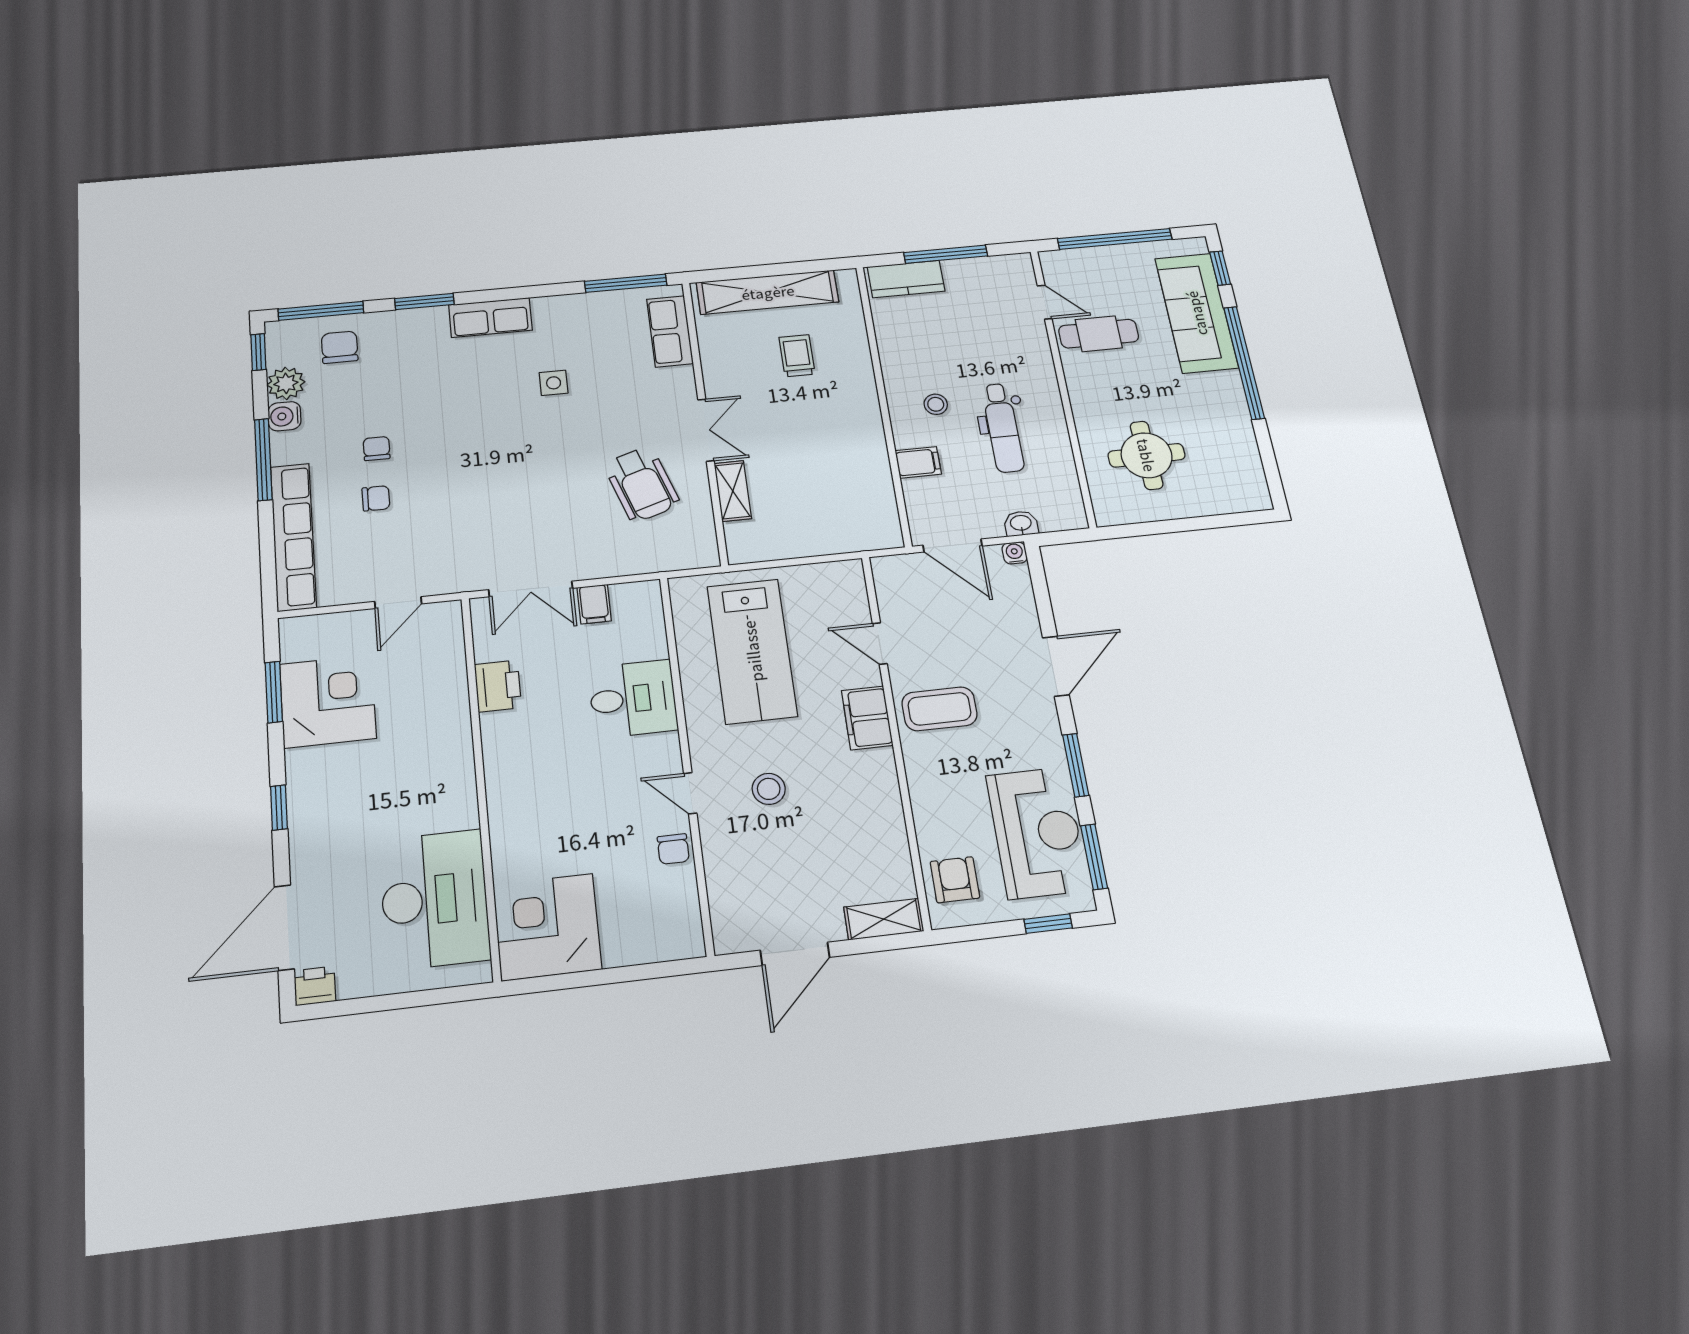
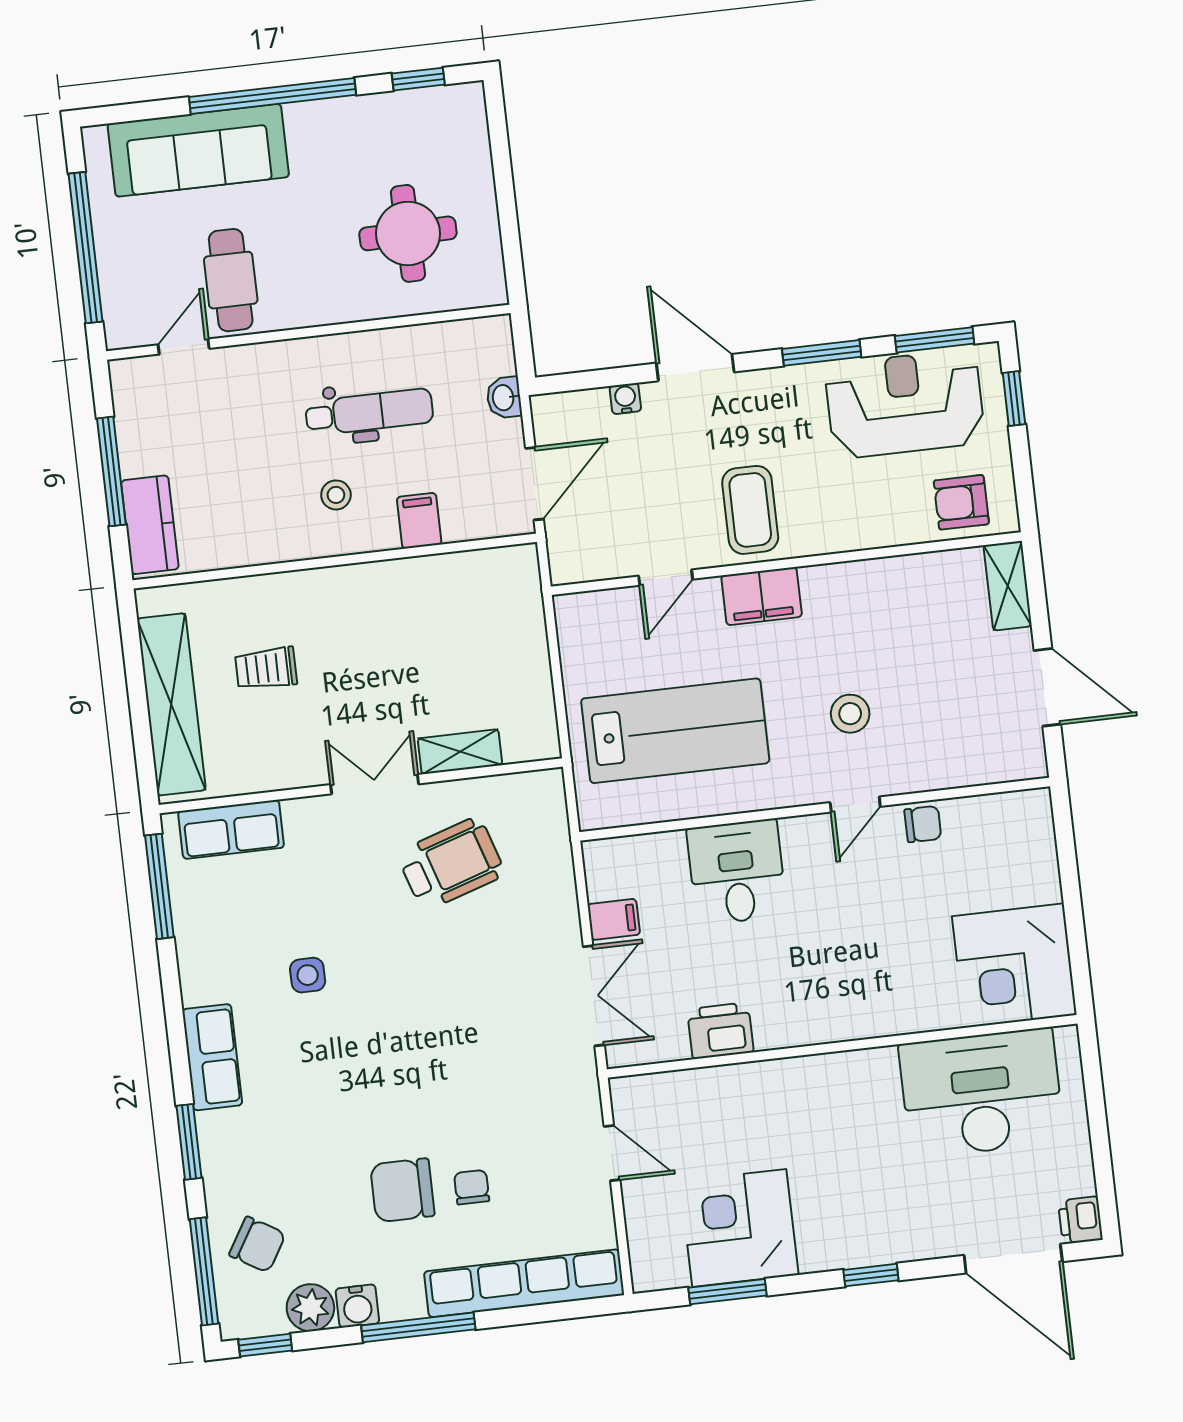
window: (1220, 268) -> (418, 79), moved
chair: (340, 347) -> (257, 1245), turned -149
chair: (377, 448) -> (402, 1190), width x1.87, depth x1.87
water cooler: (1015, 553) -> (625, 399), moved, turned 90

